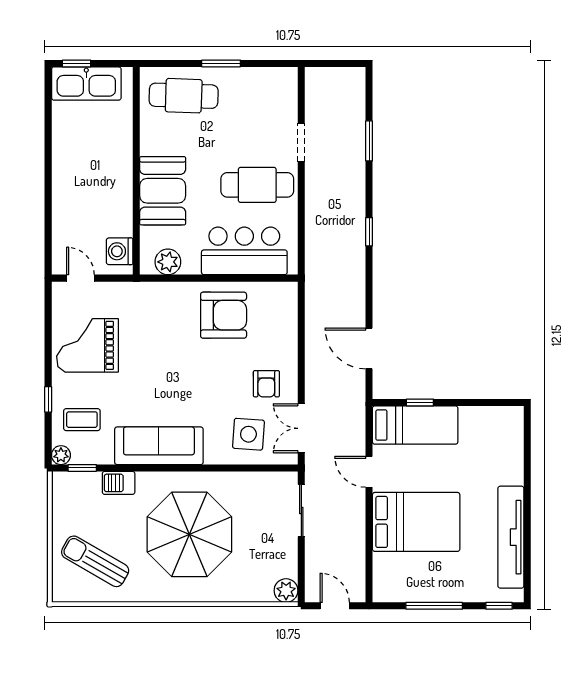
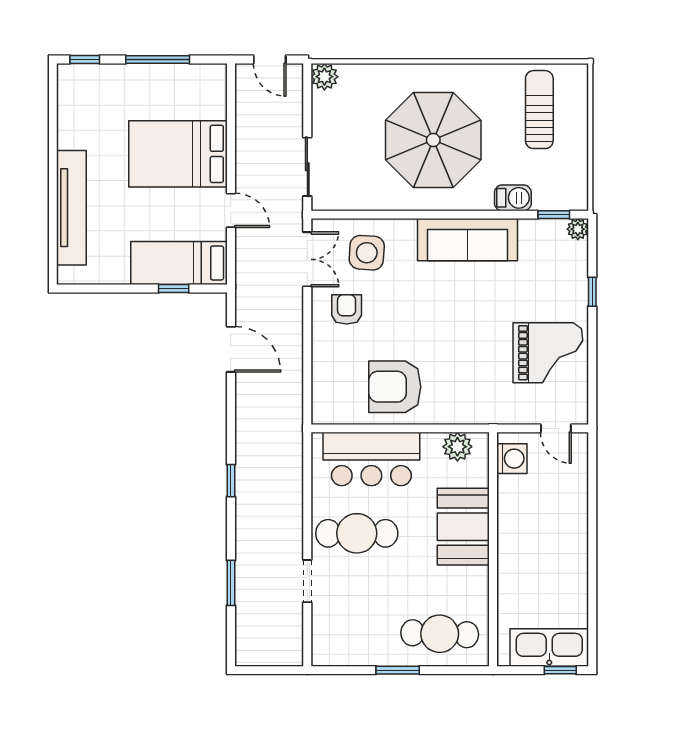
coffee table: (82, 420) -> (554, 269), removed
tv unit: (511, 537) -> (71, 208), moved
sun lounger: (95, 561) -> (539, 110), turned -120

